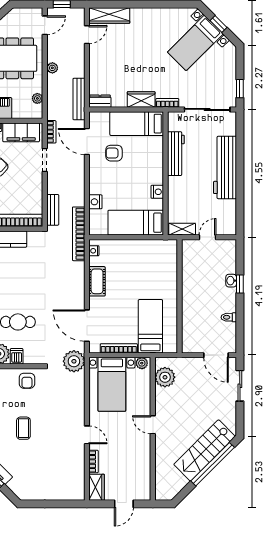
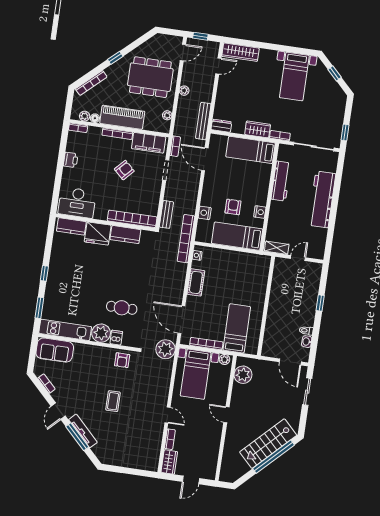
bed with nightstands: (195, 43) -> (294, 76), moved, turned -45
armchair: (114, 153) -> (233, 207), moved, turned 90
washbasin: (231, 281) -> (307, 342), moved

